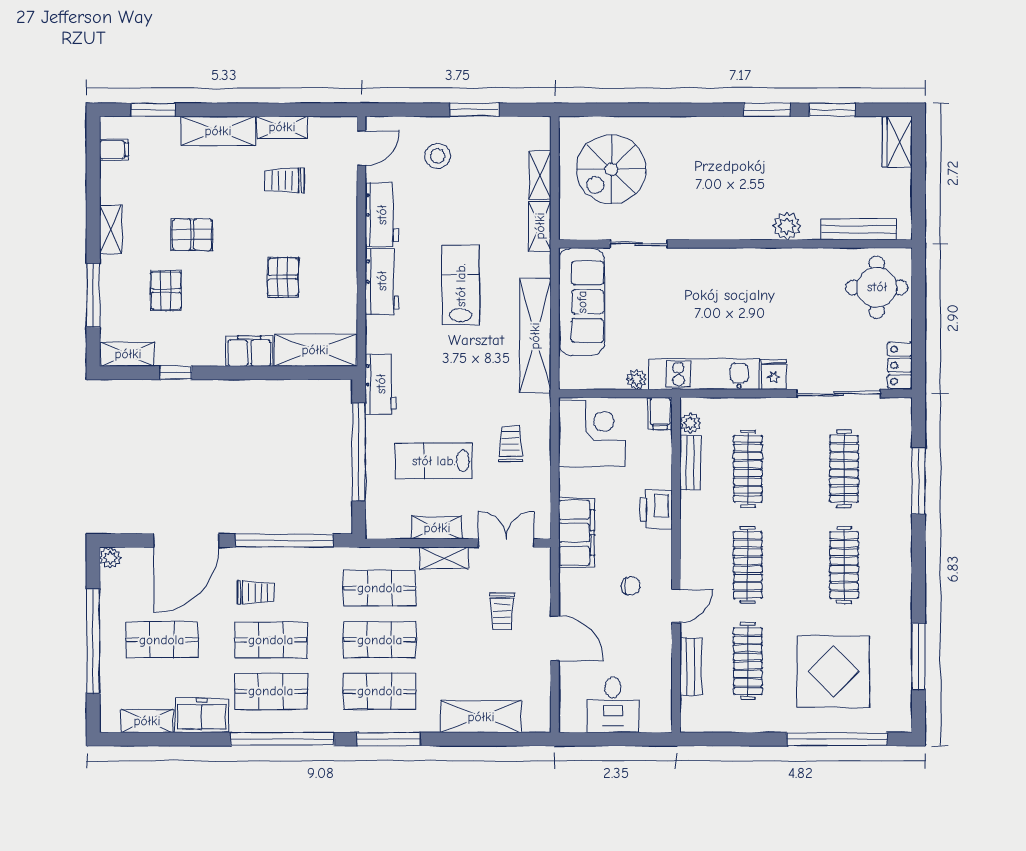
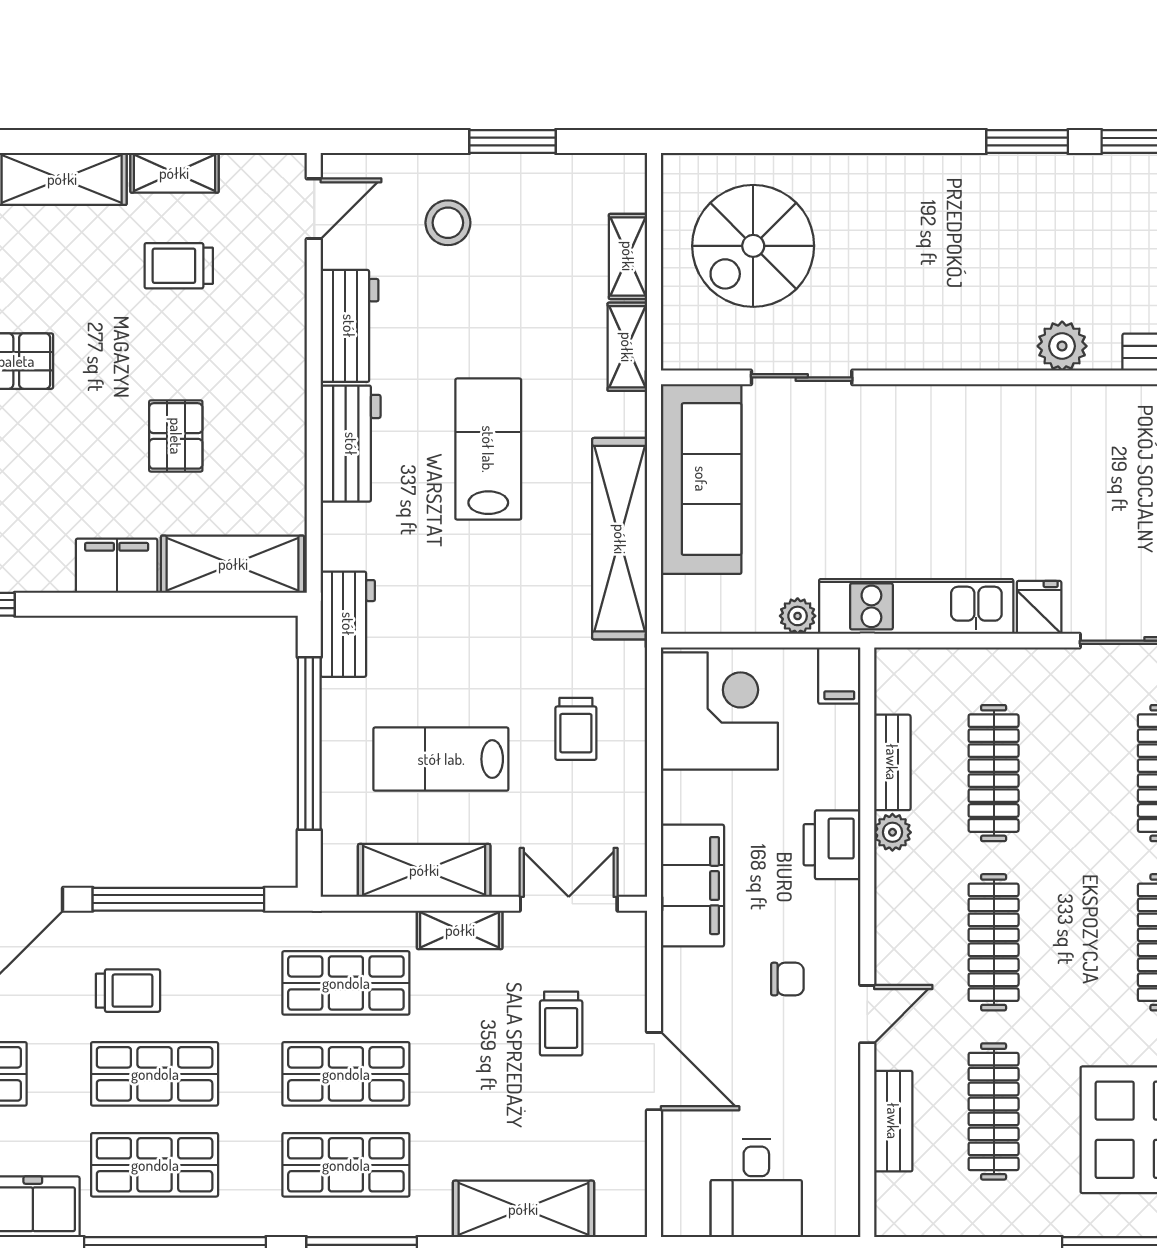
plant: (690, 423) -> (892, 832), moved
trolley: (510, 444) -> (576, 729), turned 180
shelving: (437, 528) -> (424, 870), width x1.50, depth x1.33

